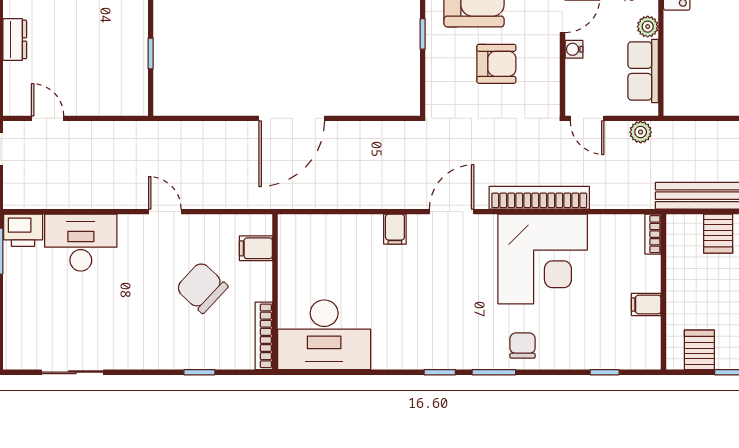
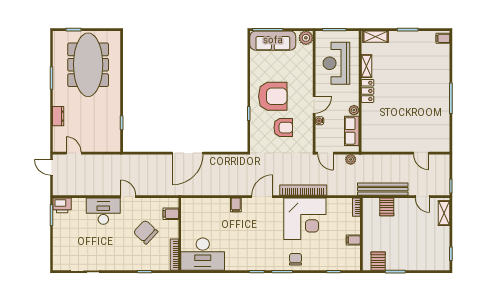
desk: (81, 243) -> (103, 211), moved

